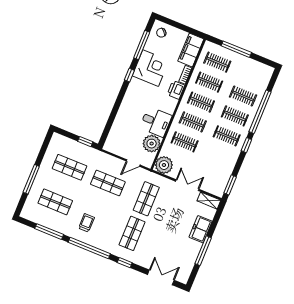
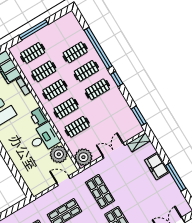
printer: (176, 90) -> (39, 117), moved
window: (85, 142) -> (18, 206), removed
door: (133, 163) -> (63, 181), swing flipped

